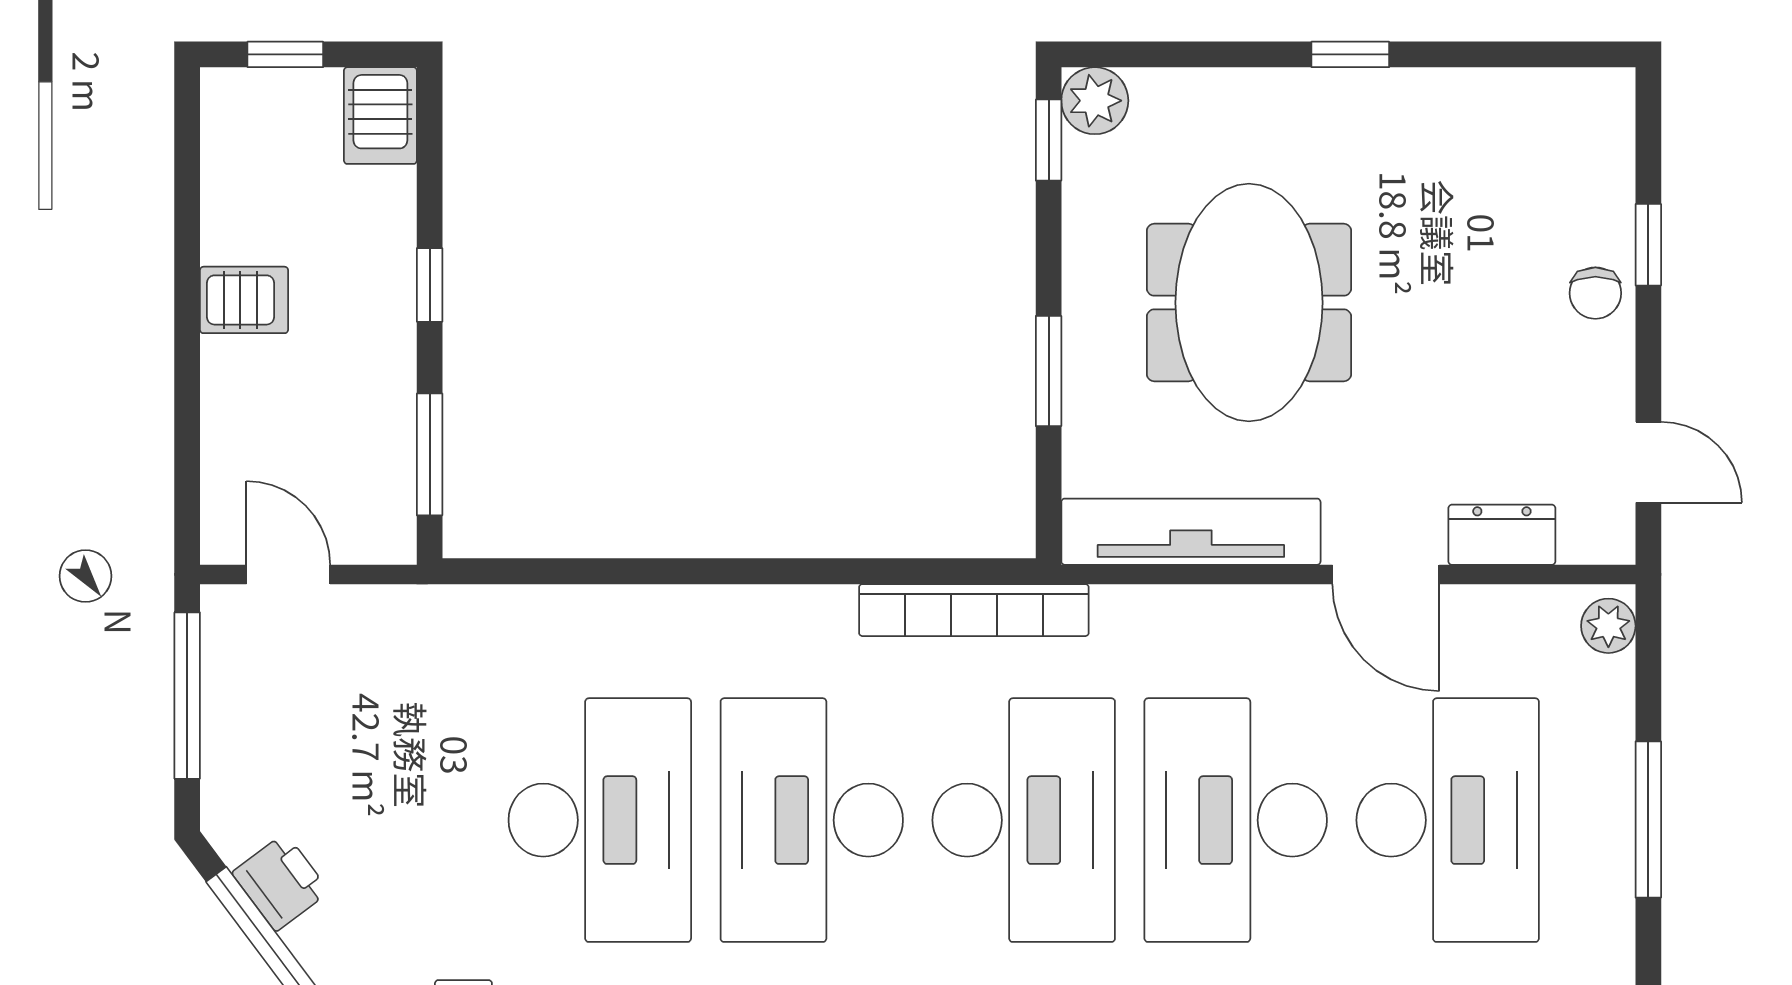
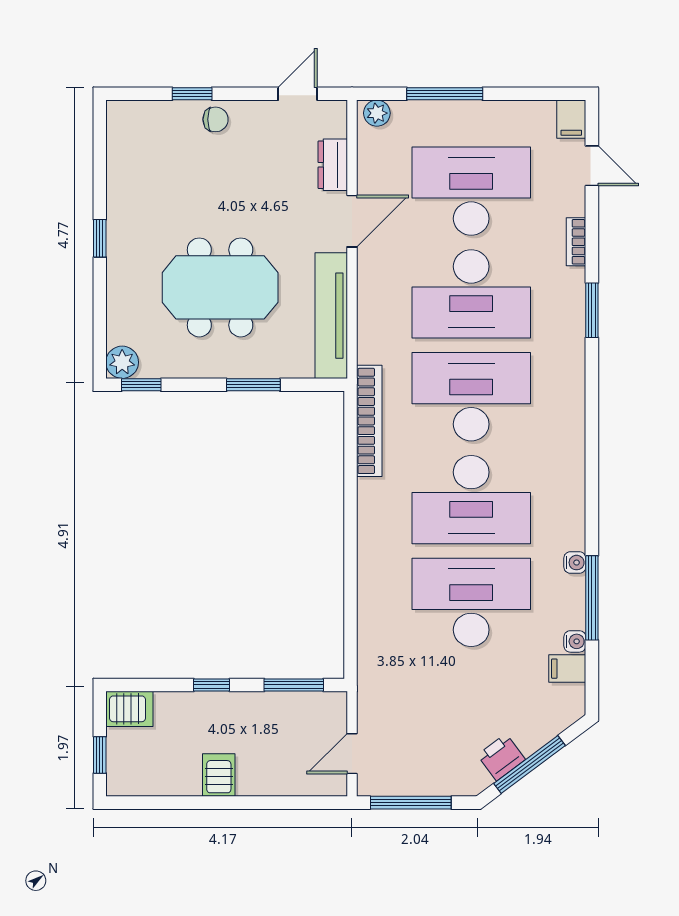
window: (1648, 820) -> (445, 94), moved

